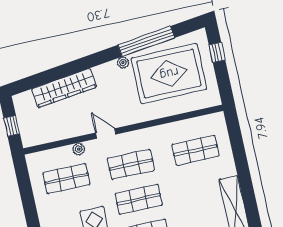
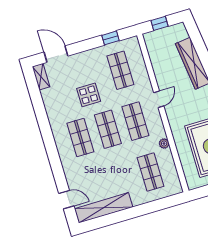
plant: (79, 149) -> (164, 144), moved
window: (25, 188) -> (110, 38), added

